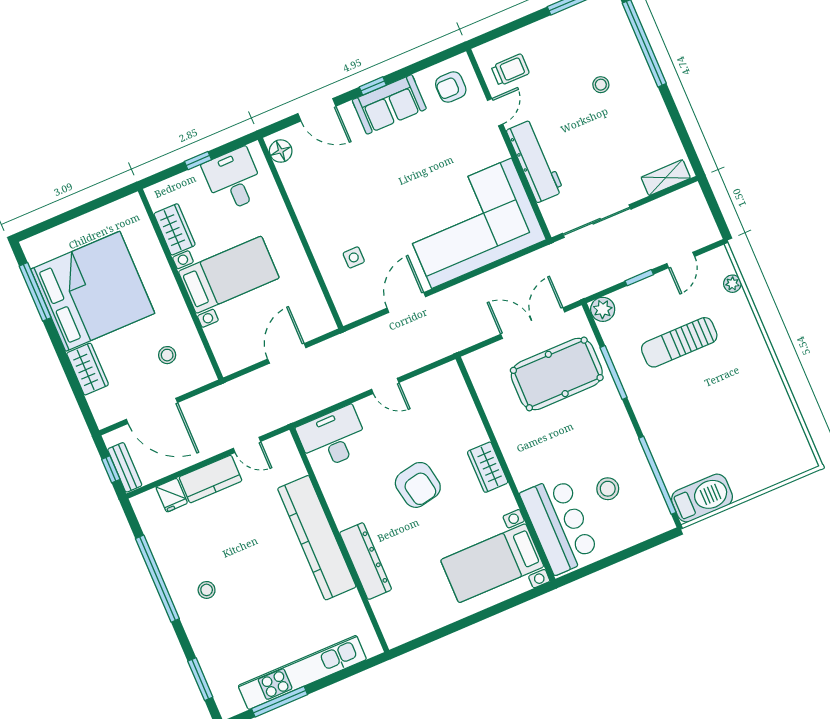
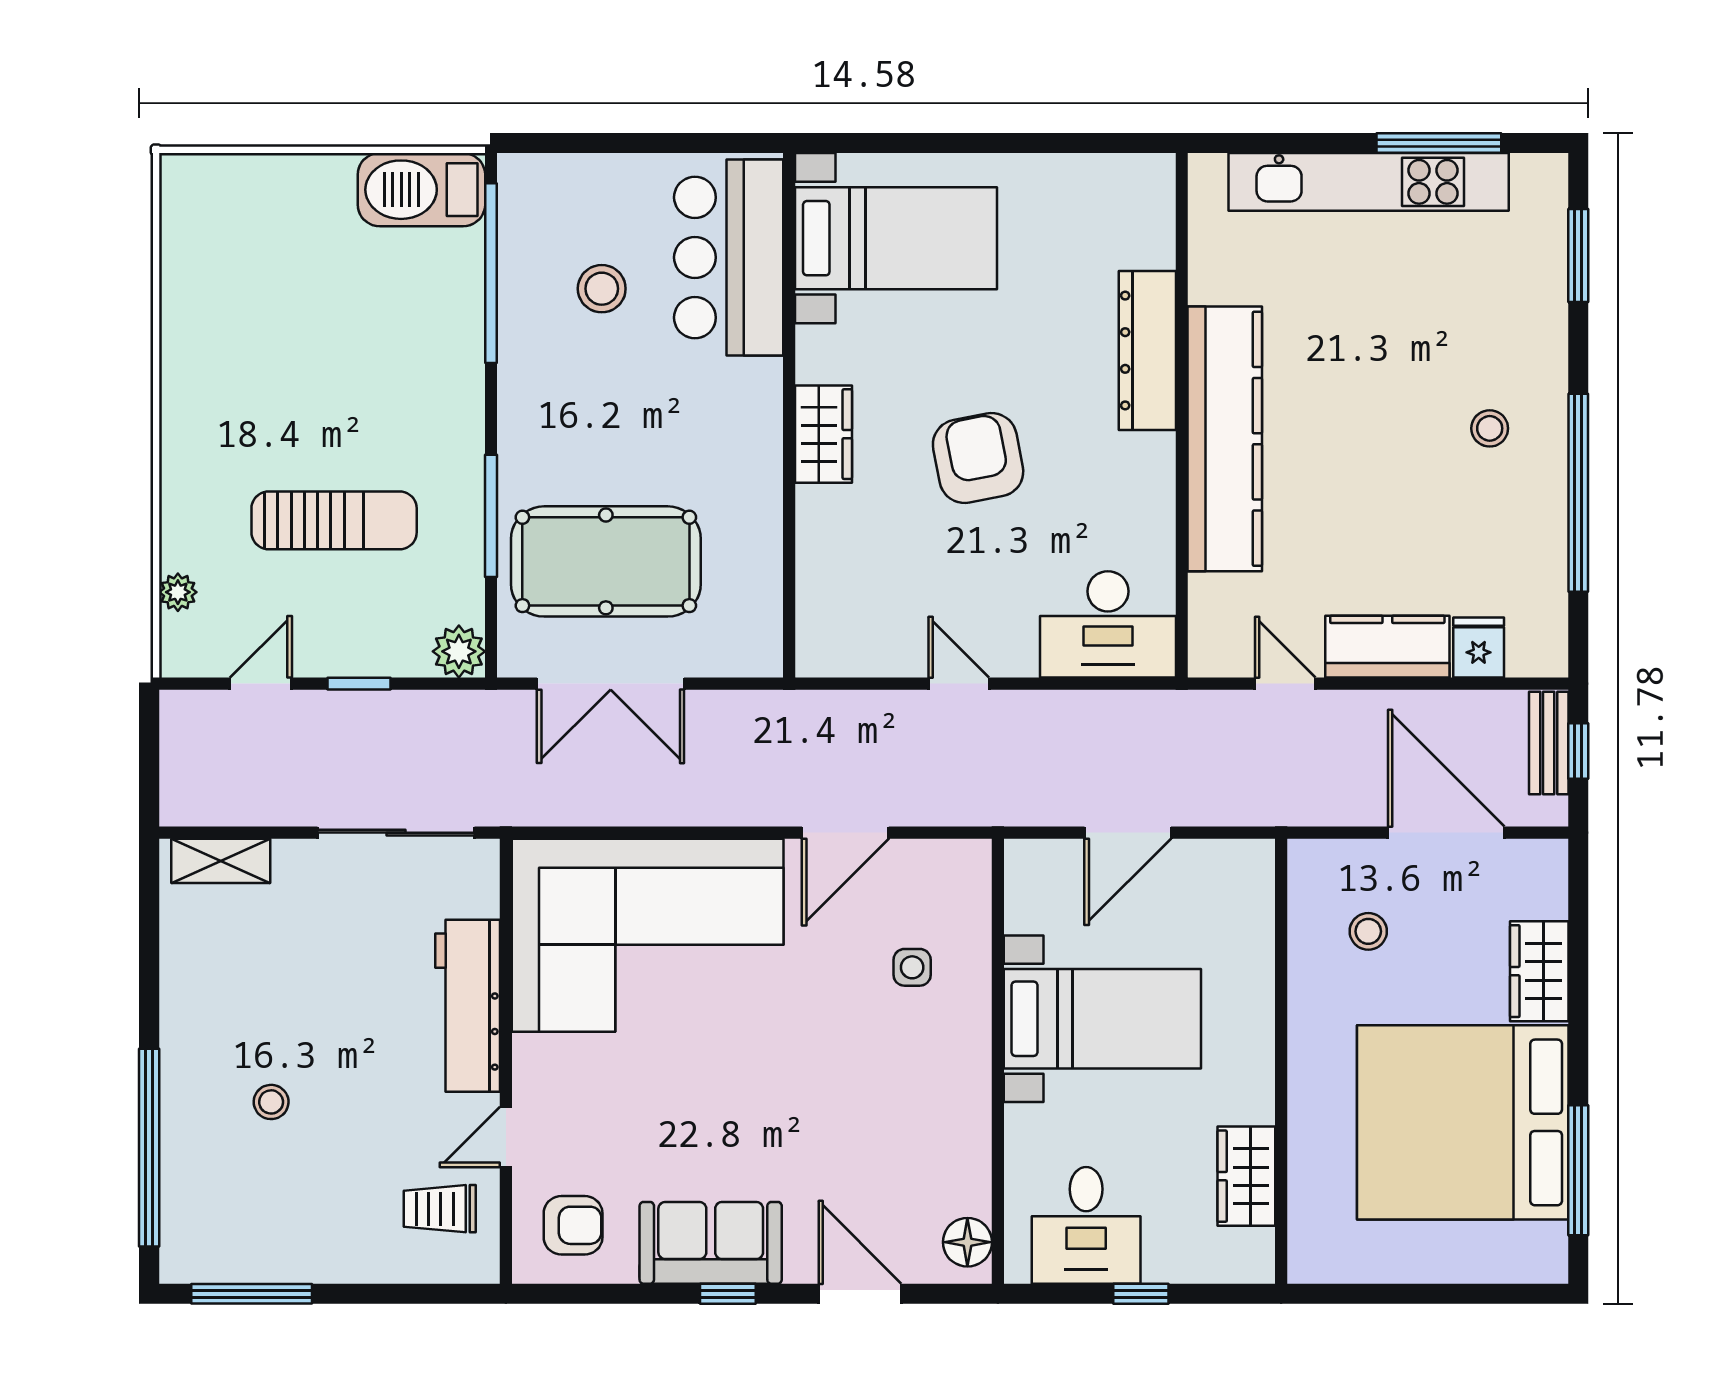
bed with nightstands: (229, 275) -> (1102, 1019), moved, turned 180

